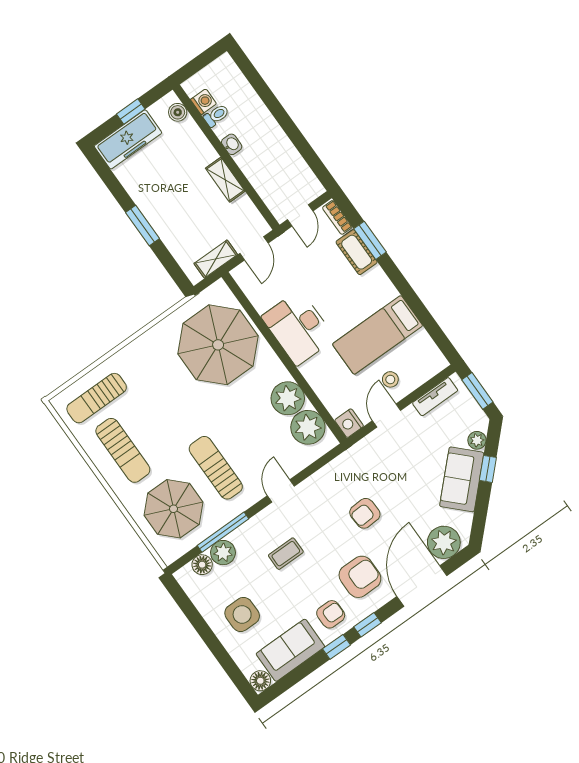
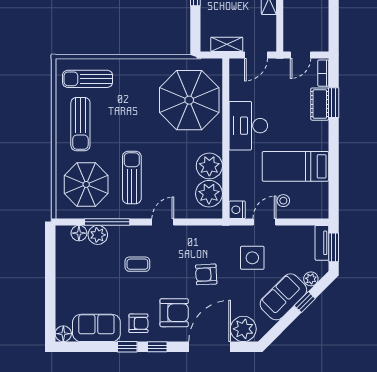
tv unit: (435, 397) -> (322, 243), moved, turned 90
side table: (242, 614) -> (252, 258), moved

